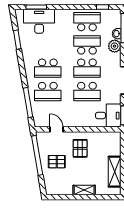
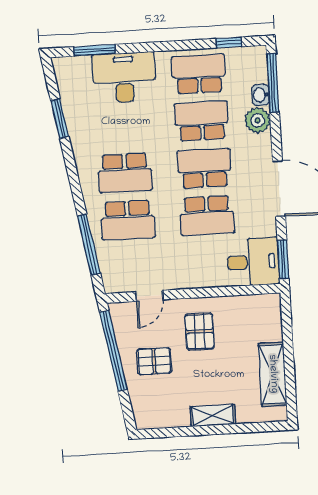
desk: (39, 21) -> (124, 78), moved
school desk: (87, 68) -> (204, 168), turned 180
door: (56, 129) -> (150, 296), swing flipped

